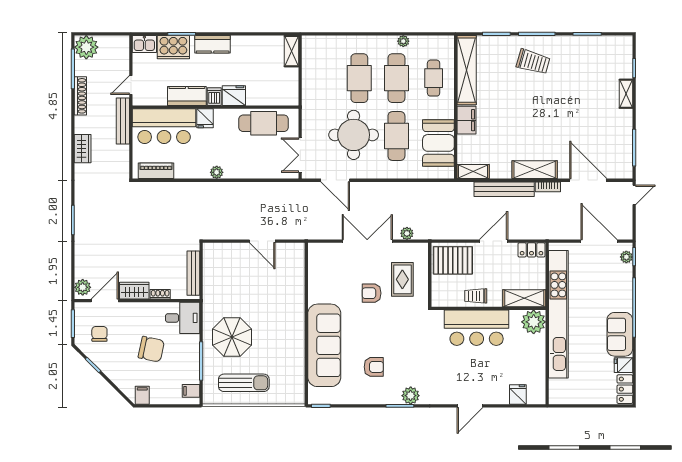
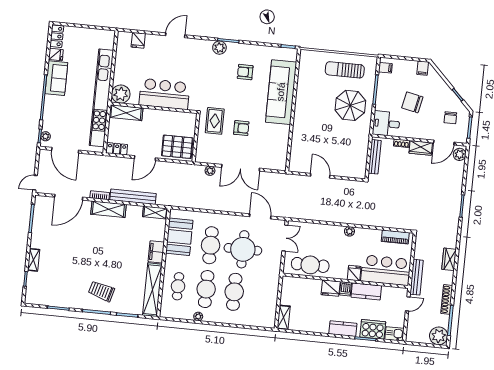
door: (588, 180) -> (69, 197), hinge flipped
rug: (402, 279) -> (215, 121), moved
trolley: (476, 296) -> (163, 118), removed

